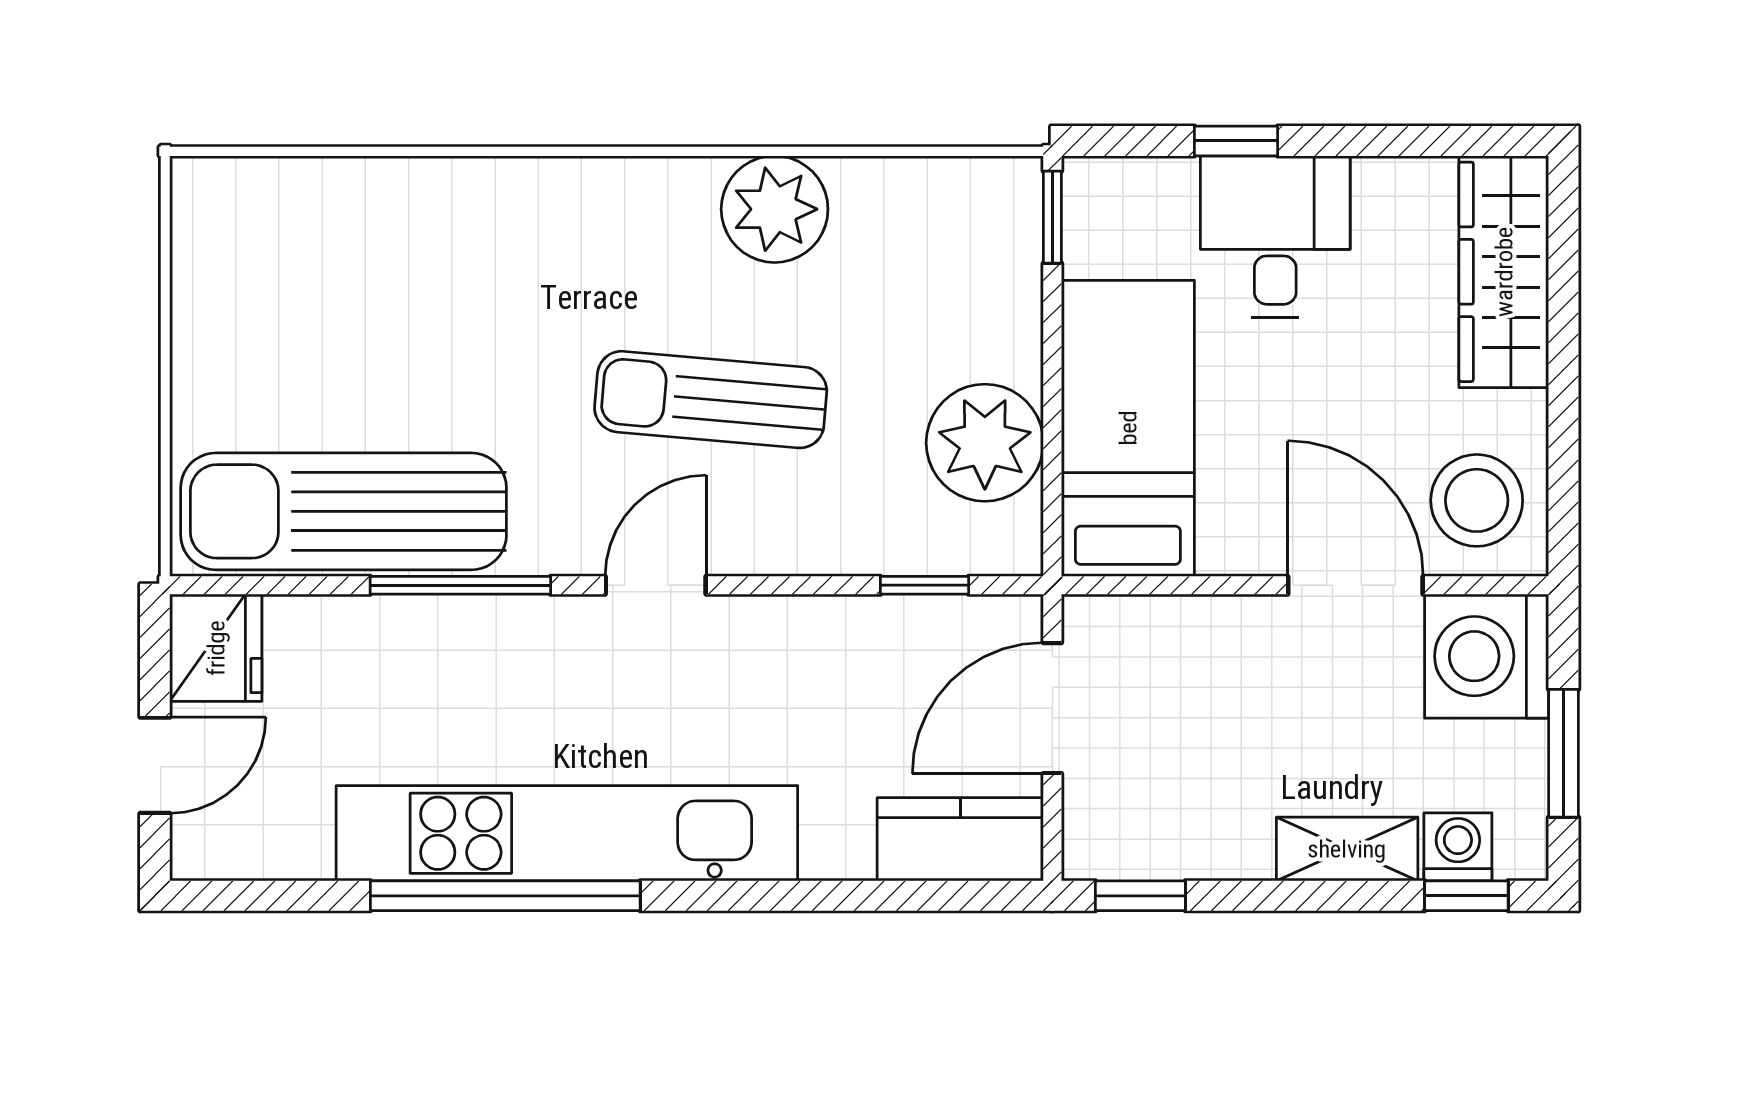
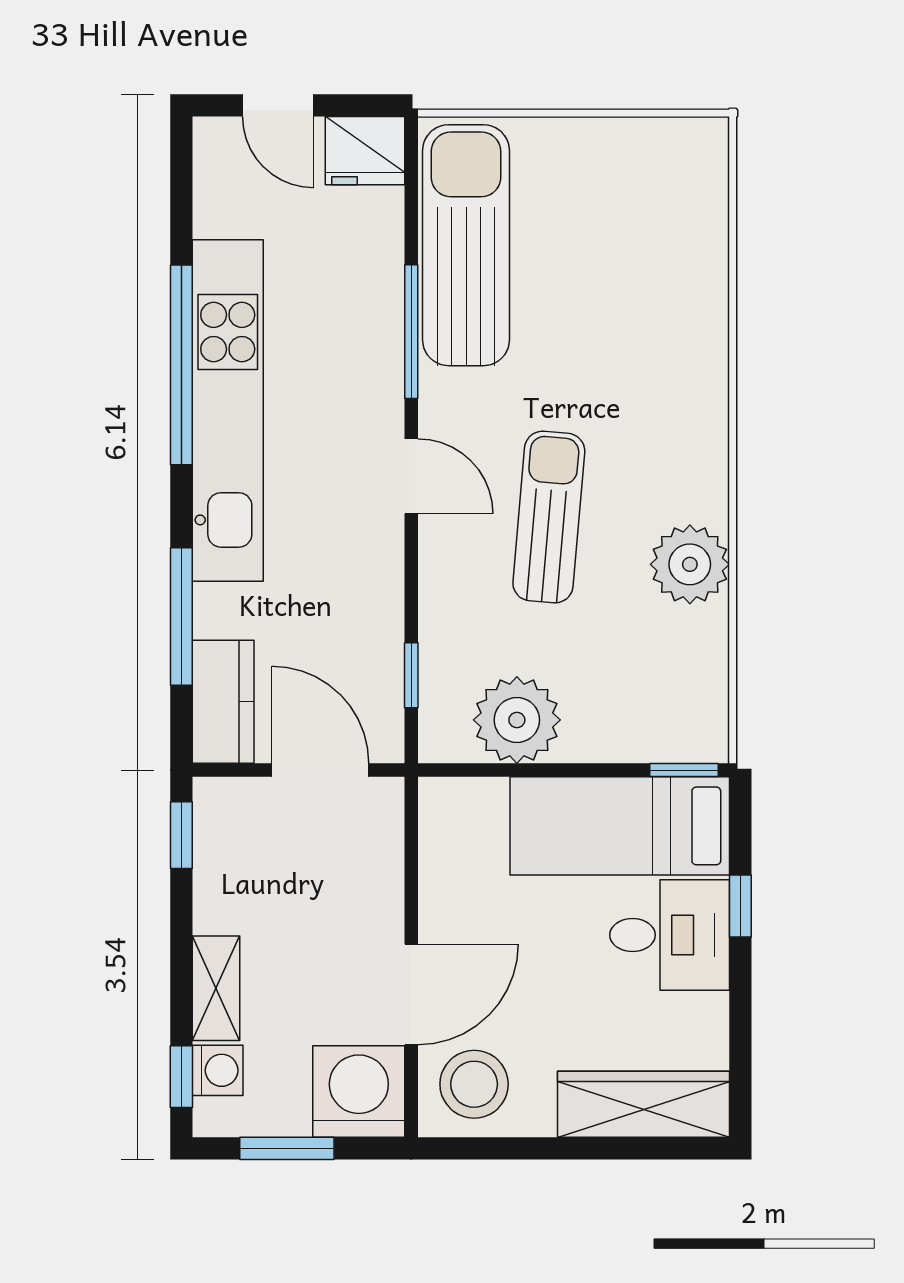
bed: (1128, 428) -> (620, 826), moved, turned 180
window: (845, 896) -> (181, 617), added

